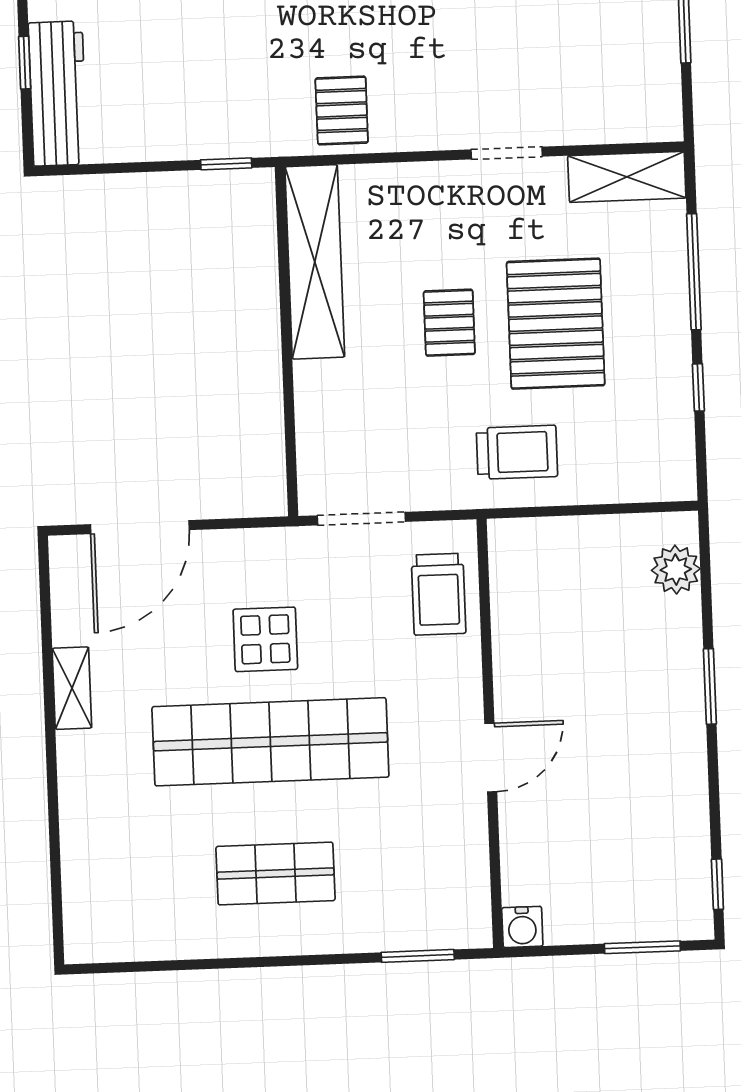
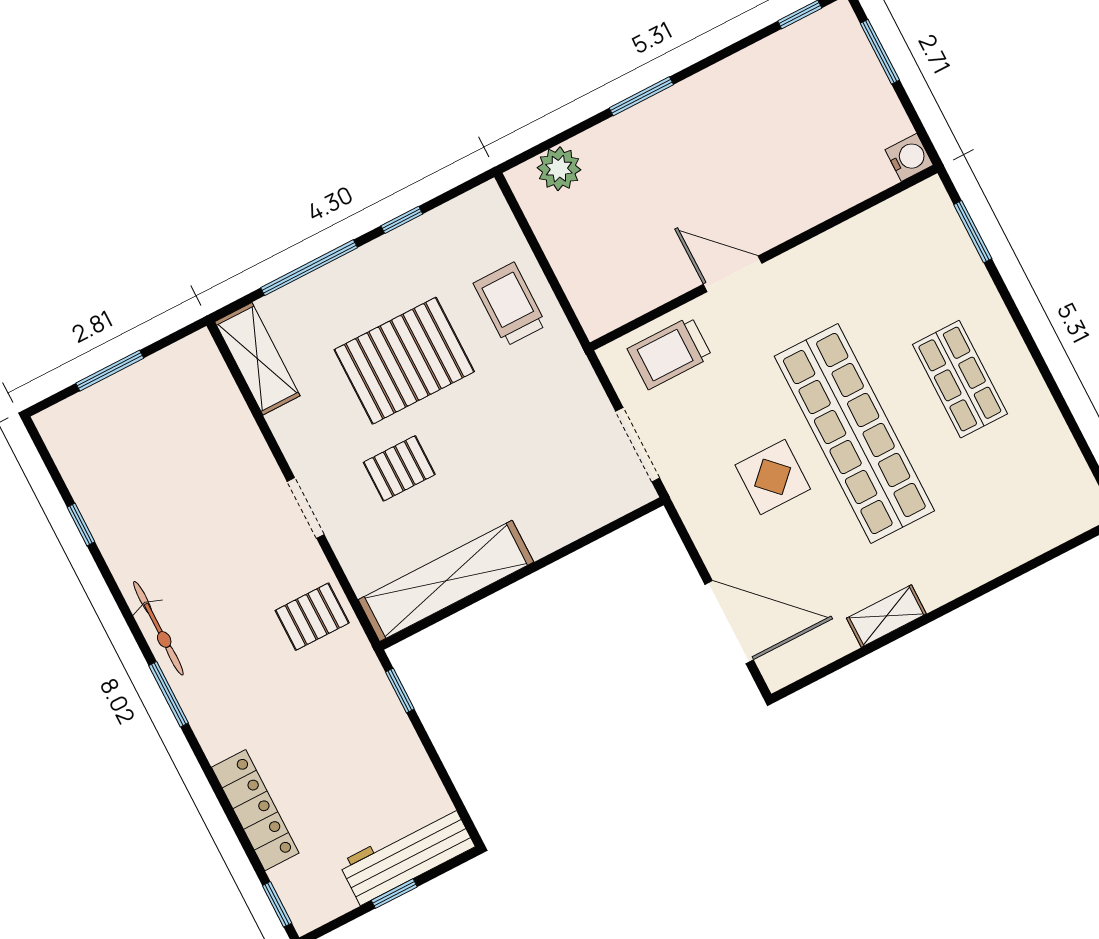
doorway: (507, 153) -> (306, 508), moved
pallet: (449, 323) -> (399, 468), moved
trolley: (517, 452) -> (510, 304), moved
trolley: (439, 594) -> (670, 353), turned 180
door: (491, 758) -> (733, 274), moved

